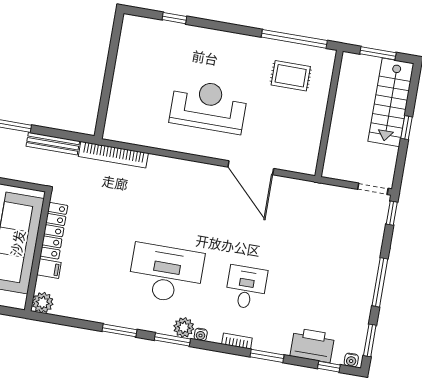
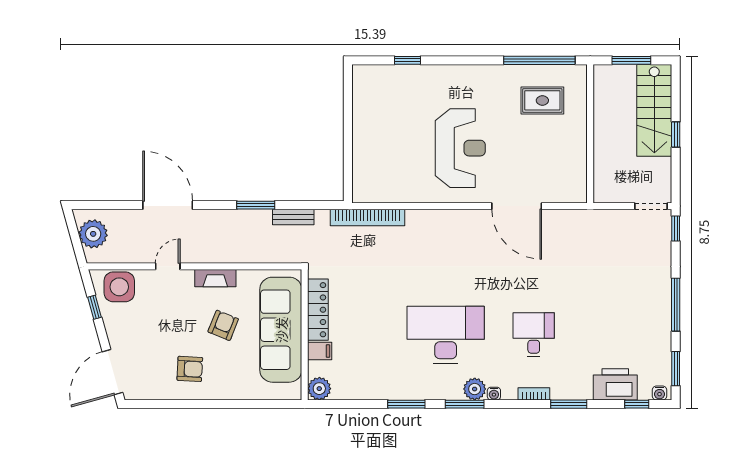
reception desk: (209, 106) -> (460, 148), turned 90
bench: (53, 144) -> (293, 217), width x0.73

